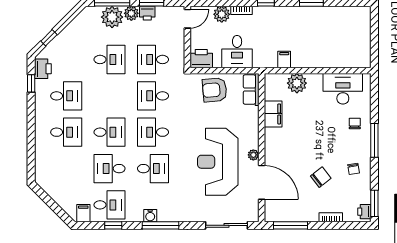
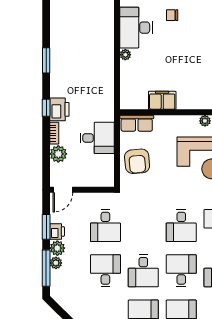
plant: (112, 17) -> (56, 263), width x0.53, depth x0.53
door: (187, 19) -> (63, 190), swing flipped
printer: (201, 59) -> (59, 109), moved, turned 180
filing cabinet: (284, 59) -> (105, 89), removed
plant: (297, 83) -> (125, 55), moved, width x0.53, depth x0.53
desk: (153, 96) -> (143, 271), moved

